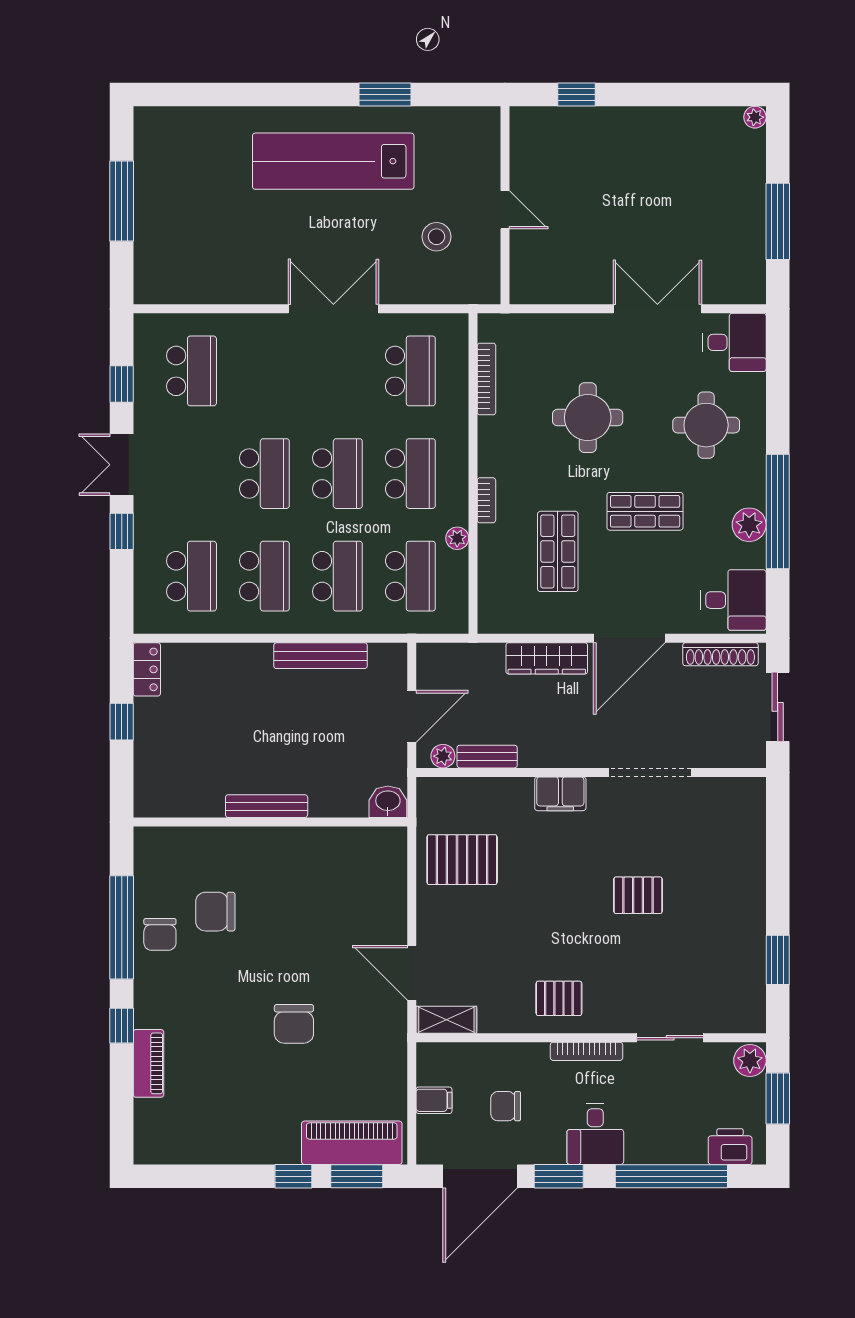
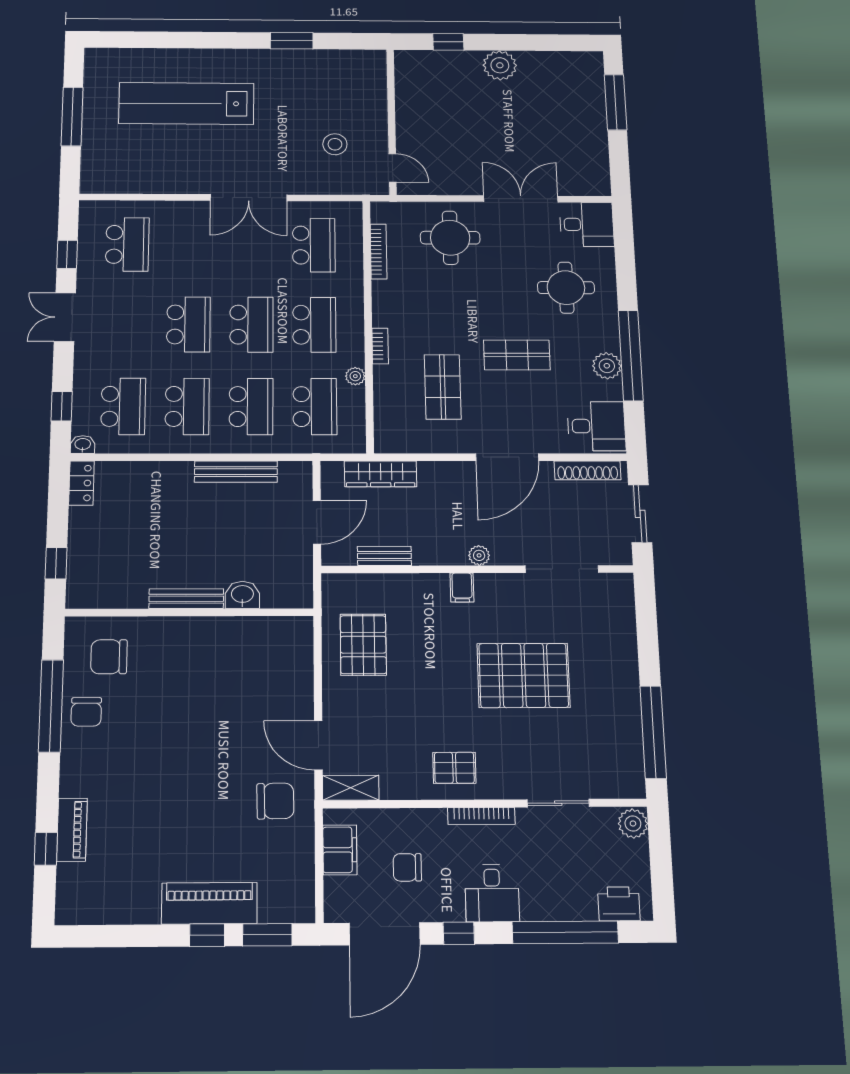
plant: (755, 117) -> (500, 65), moved, width x1.87, depth x1.87
lab bench: (333, 161) -> (186, 103), moved
door: (505, 210) -> (393, 168), moved
window: (778, 221) -> (616, 102), moved
double door: (333, 309) -> (249, 198), swing flipped
round table: (588, 418) -> (450, 238), moved
window: (122, 531) -> (62, 406), moved
washbasin: (147, 623) -> (83, 445), added
wardrobe: (547, 658) -> (381, 474), moved
window: (122, 722) -> (56, 563), moved
plant: (443, 756) -> (479, 555), moved
doorway: (650, 772) -> (562, 569), moved
filing cabinet: (560, 794) -> (462, 588), width x0.50
washbasin: (388, 802) -> (242, 595), moved
pallet: (462, 860) -> (363, 645), turned 90
pallet: (638, 895) -> (523, 675), width x2.05, depth x2.00
chair: (215, 912) -> (109, 657), moved
window: (778, 960) -> (653, 732), width x2.11
chair: (294, 1024) -> (275, 801), moved, turned -91
window: (122, 1026) -> (46, 849), moved
window: (778, 1099) -> (661, 859), removed
filing cabinet: (434, 1100) -> (340, 850), width x2.00
piano: (352, 1143) -> (209, 903), moved
window: (559, 1176) -> (459, 933), width x0.67

